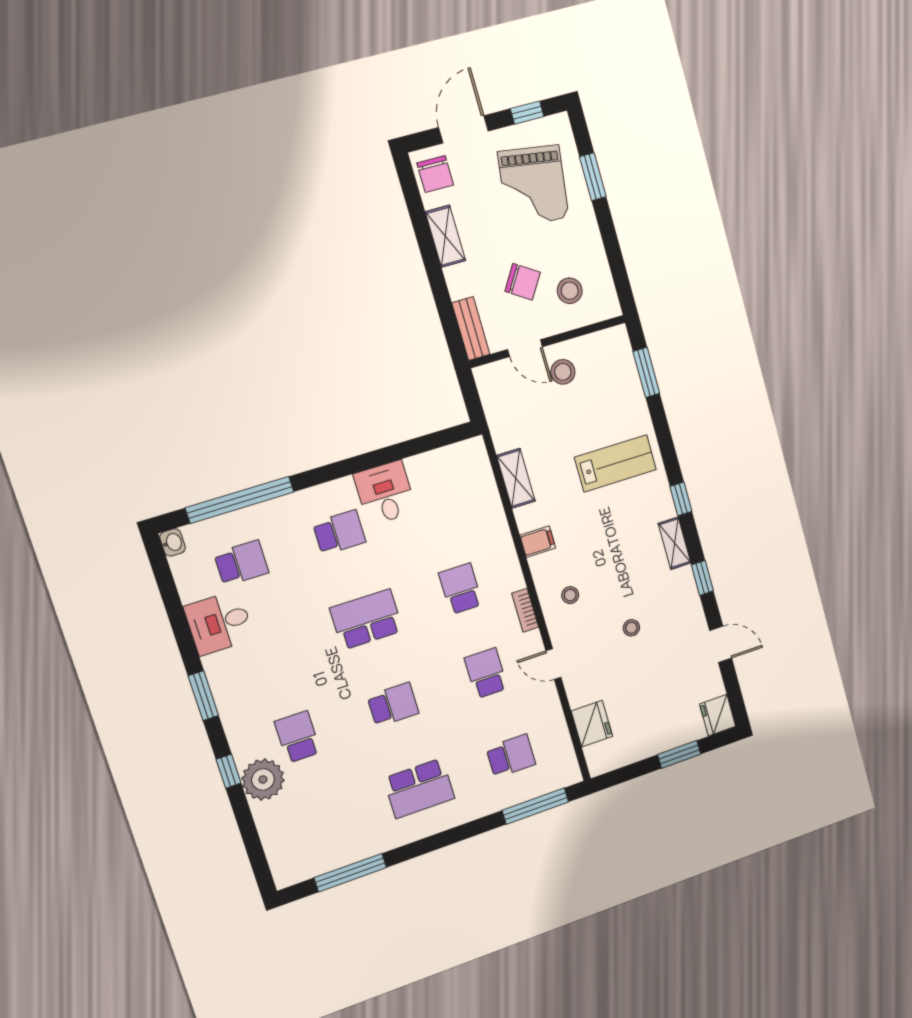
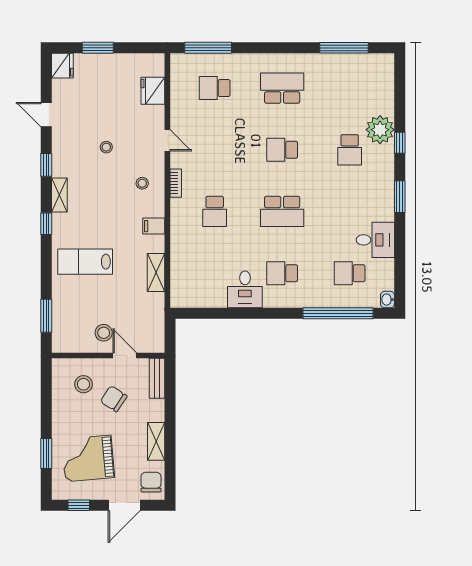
grand piano: (533, 185) -> (88, 458), turned -103
school desk: (486, 673) -> (215, 150), removed

